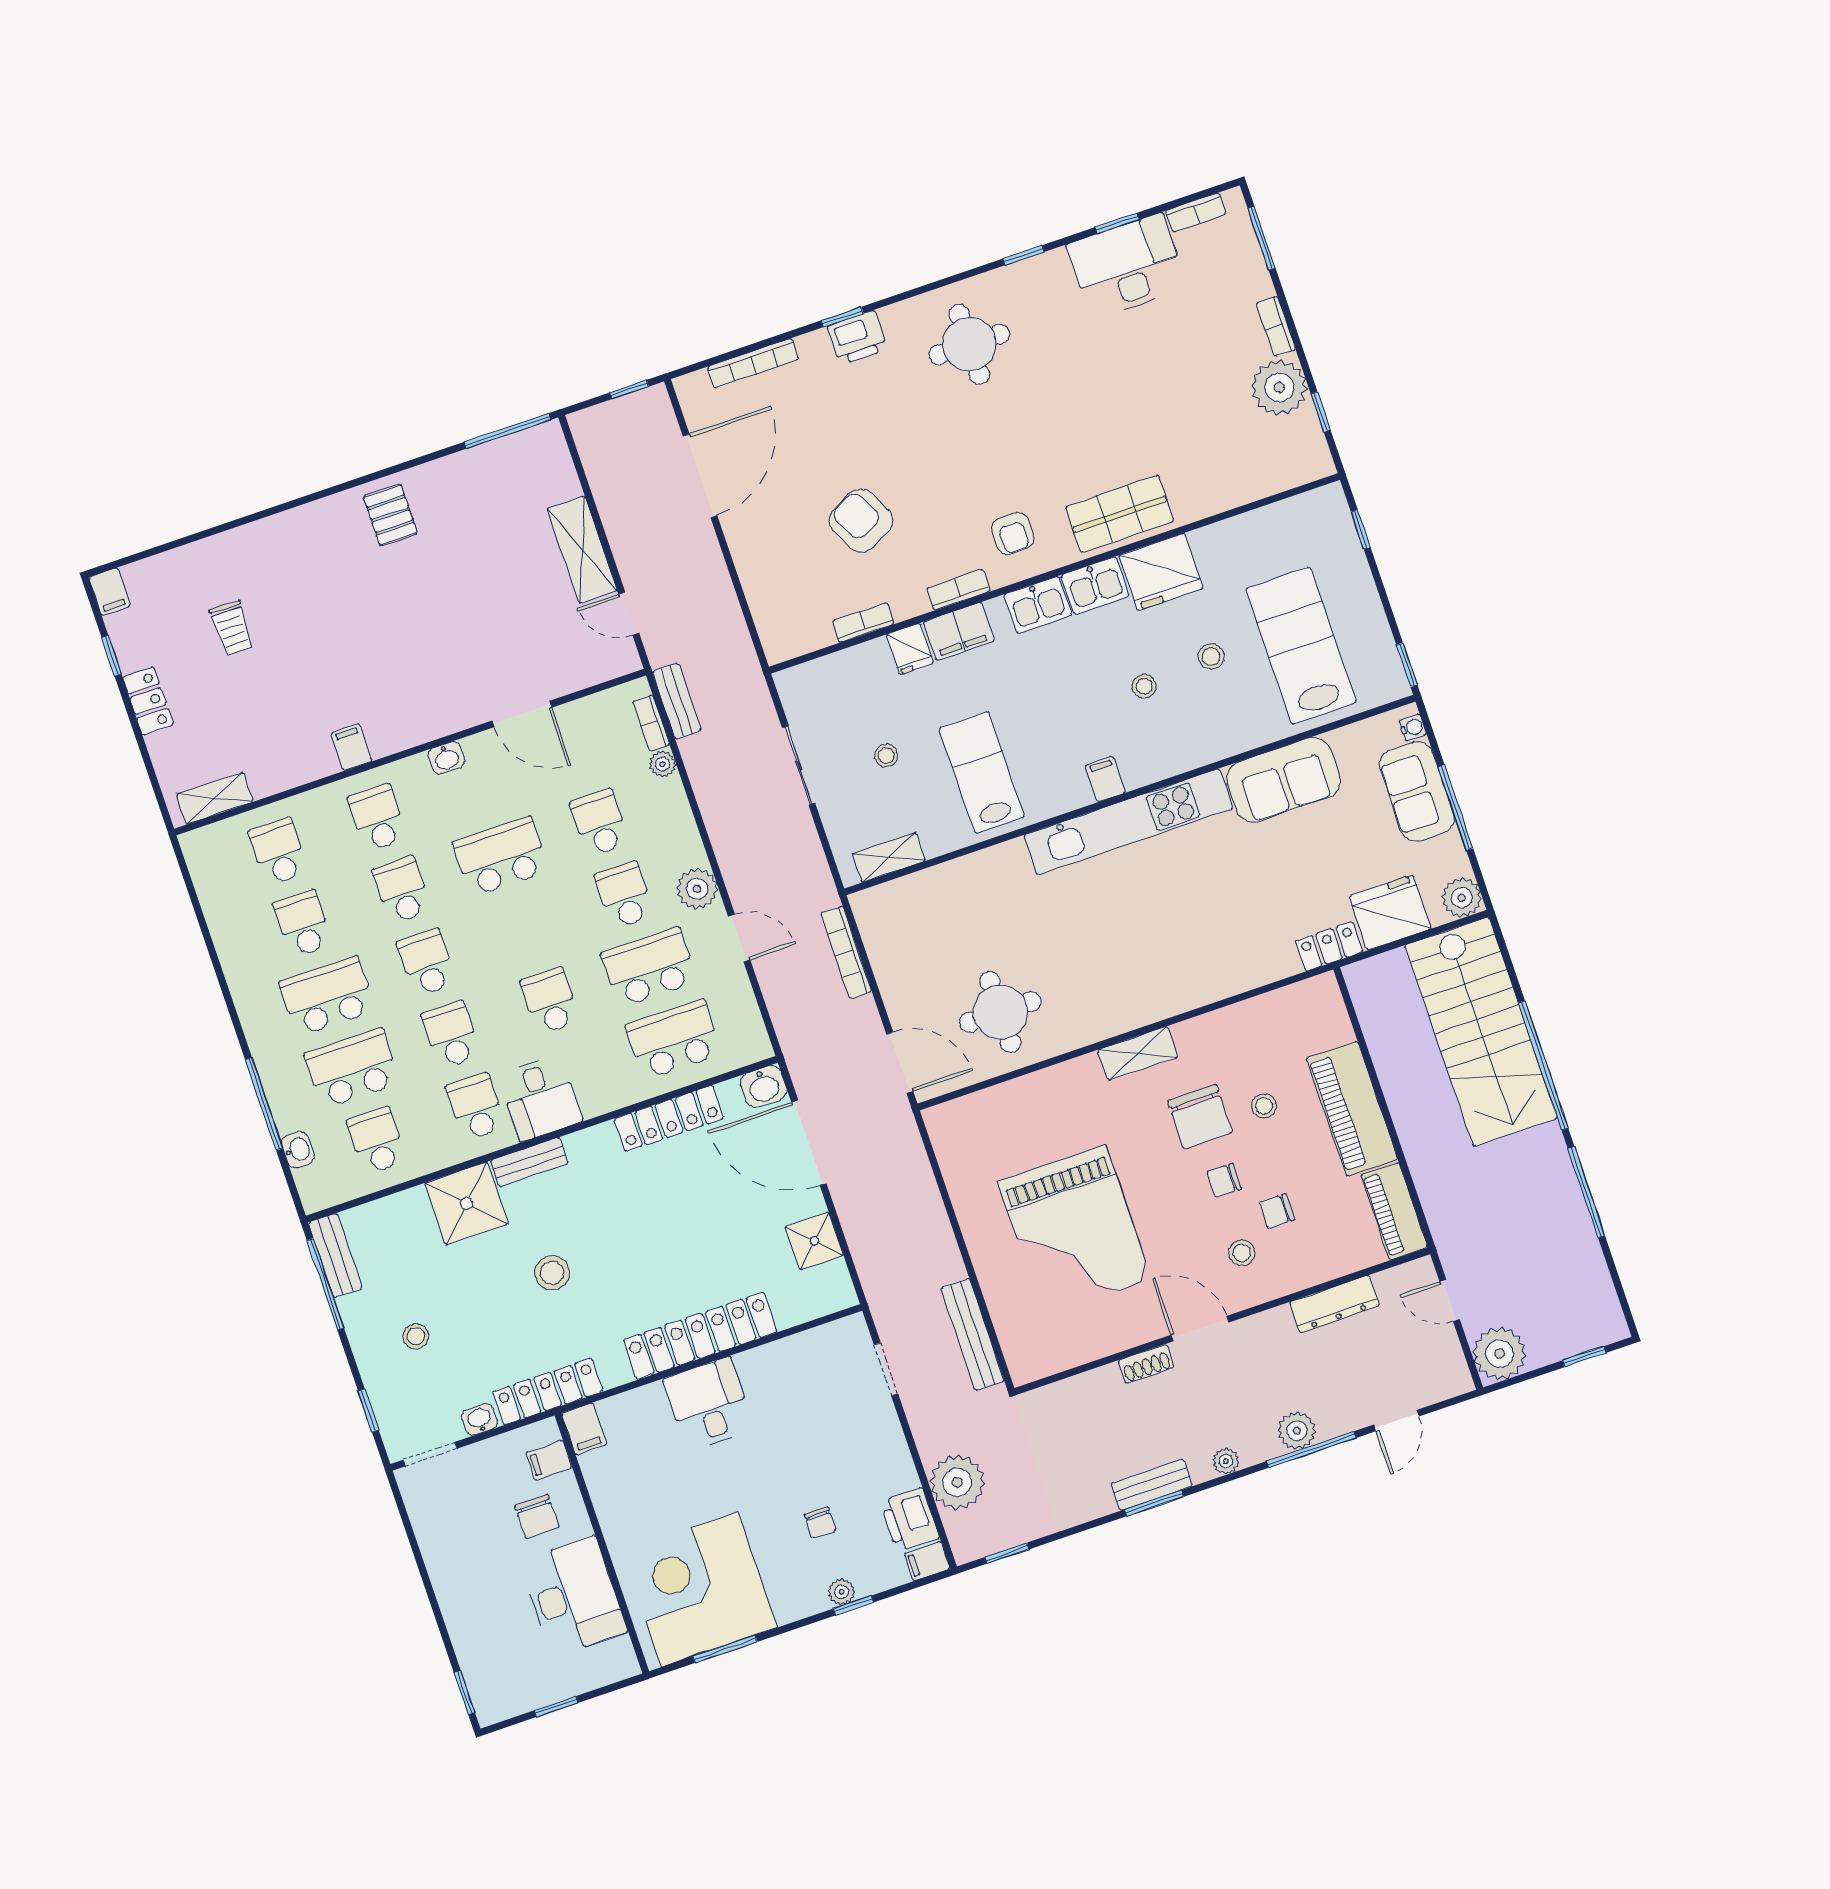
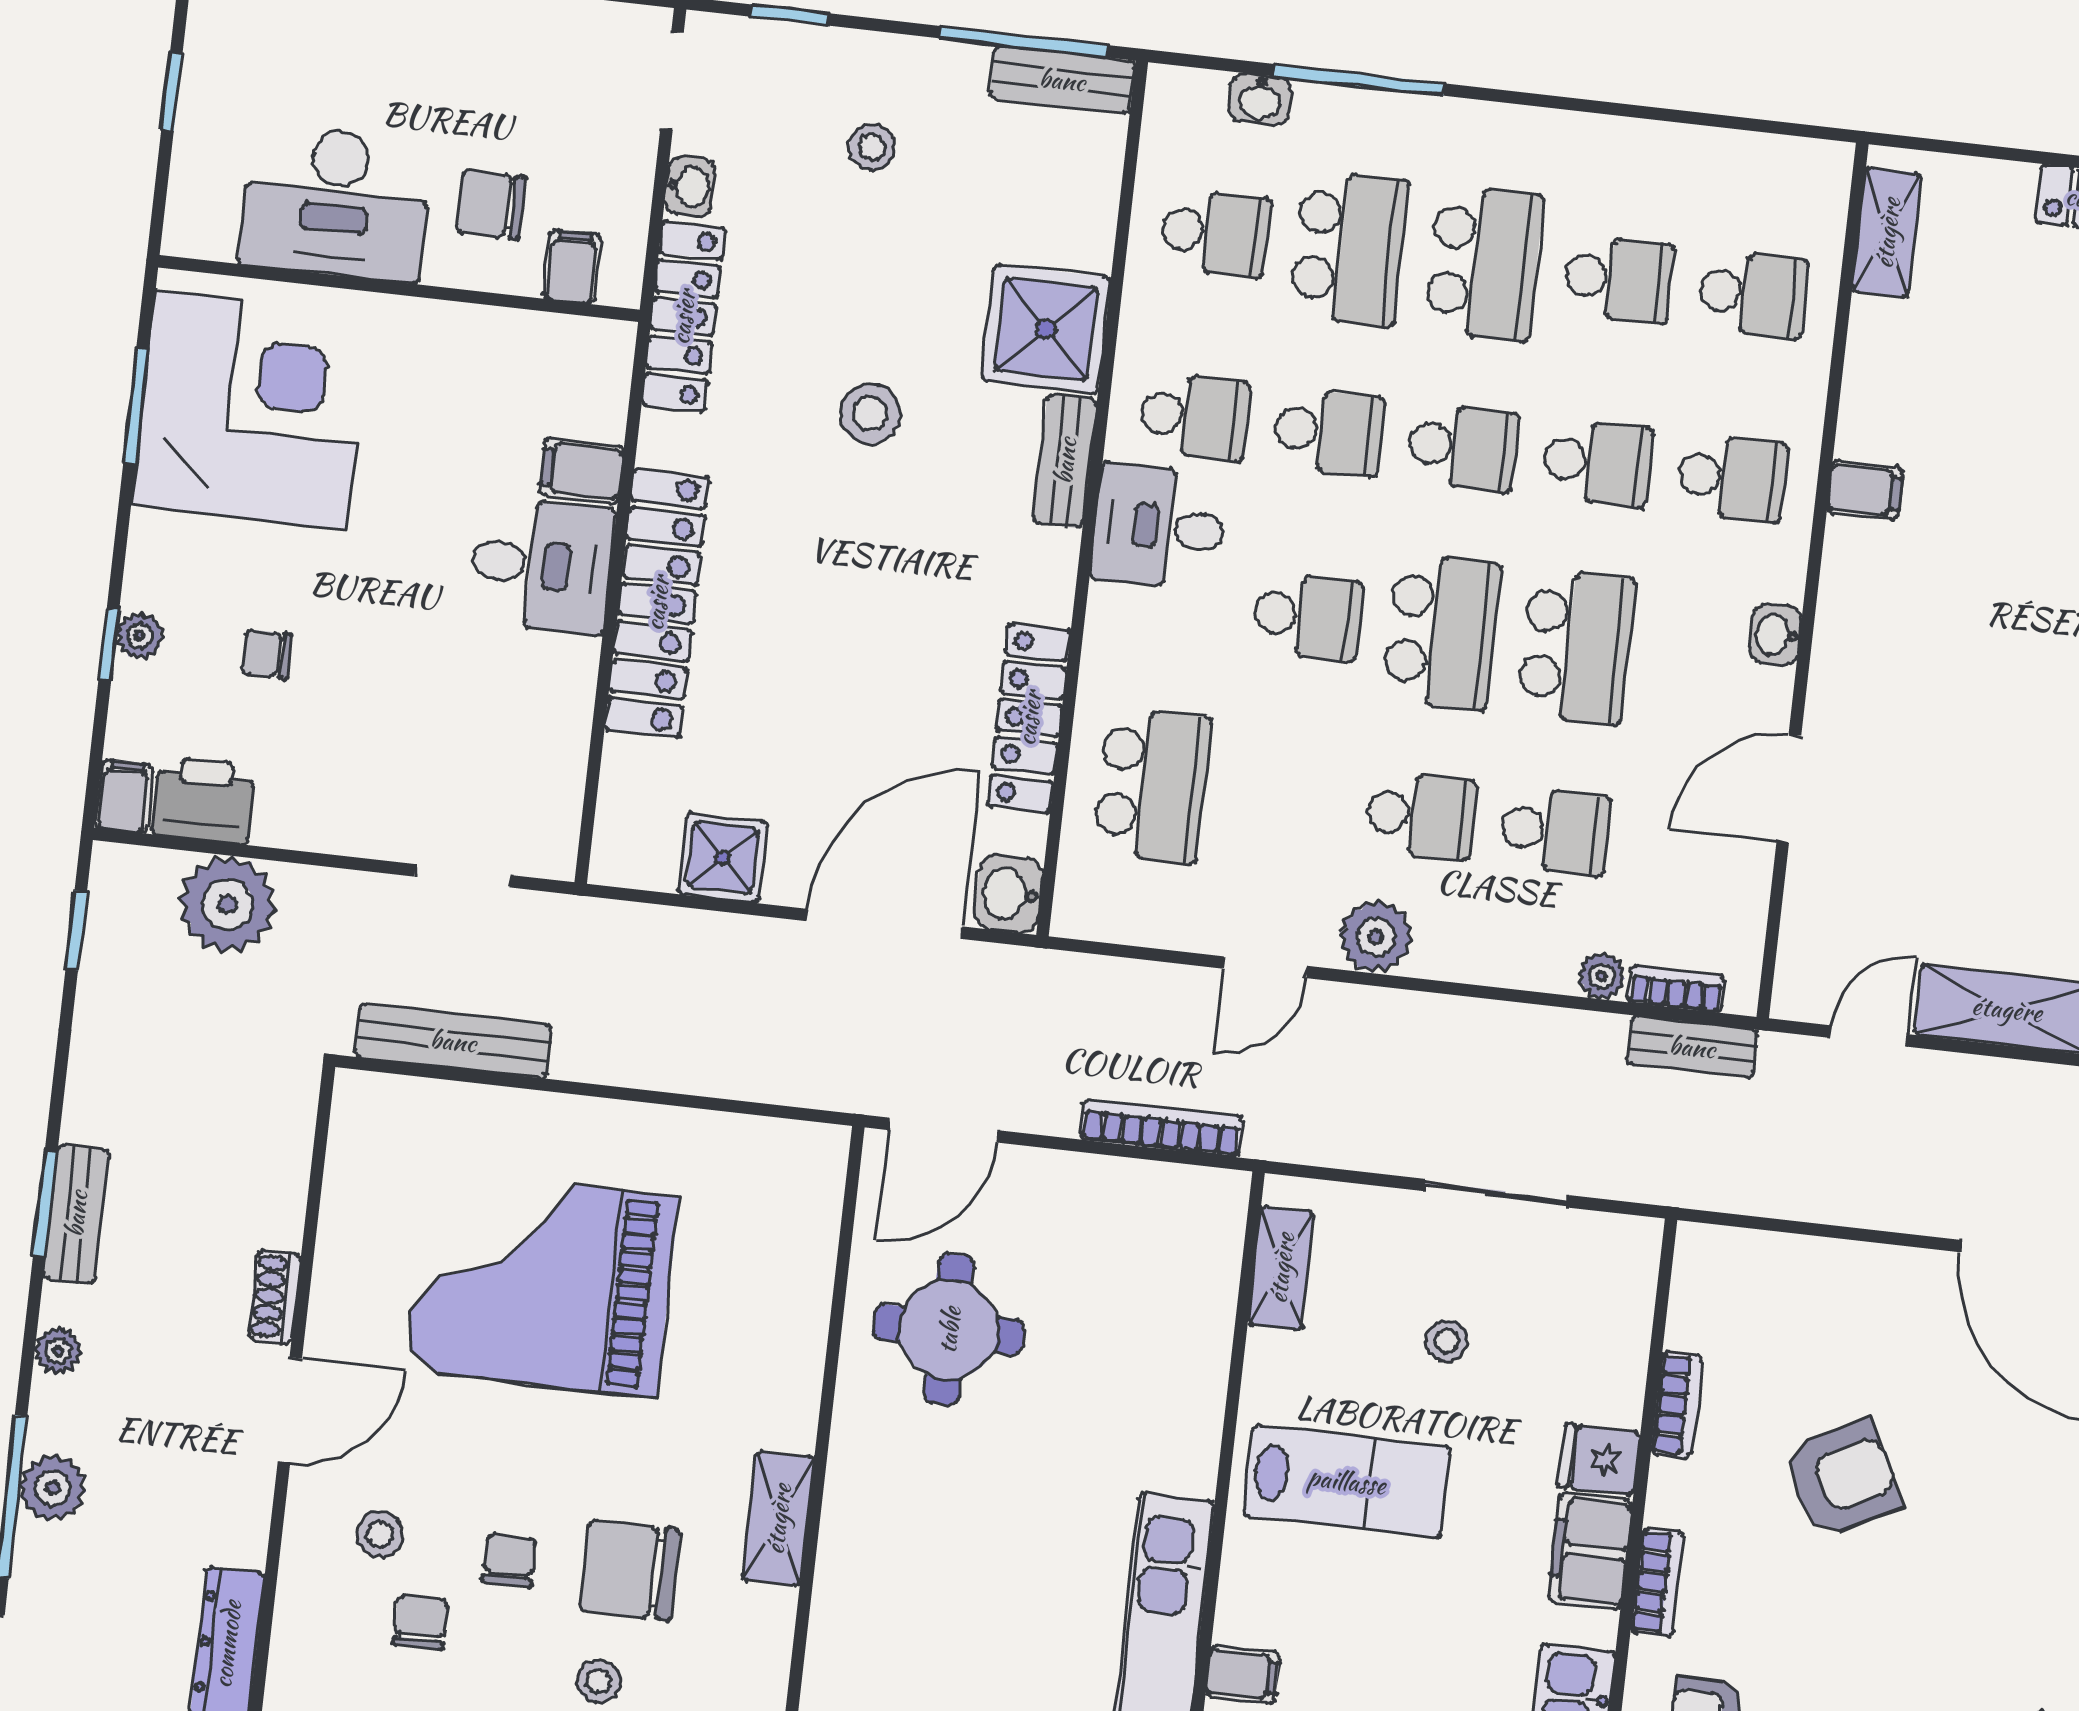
school desk: (649, 967) -> (1442, 632), moved
filing cabinet: (584, 1429) -> (582, 471), moved

